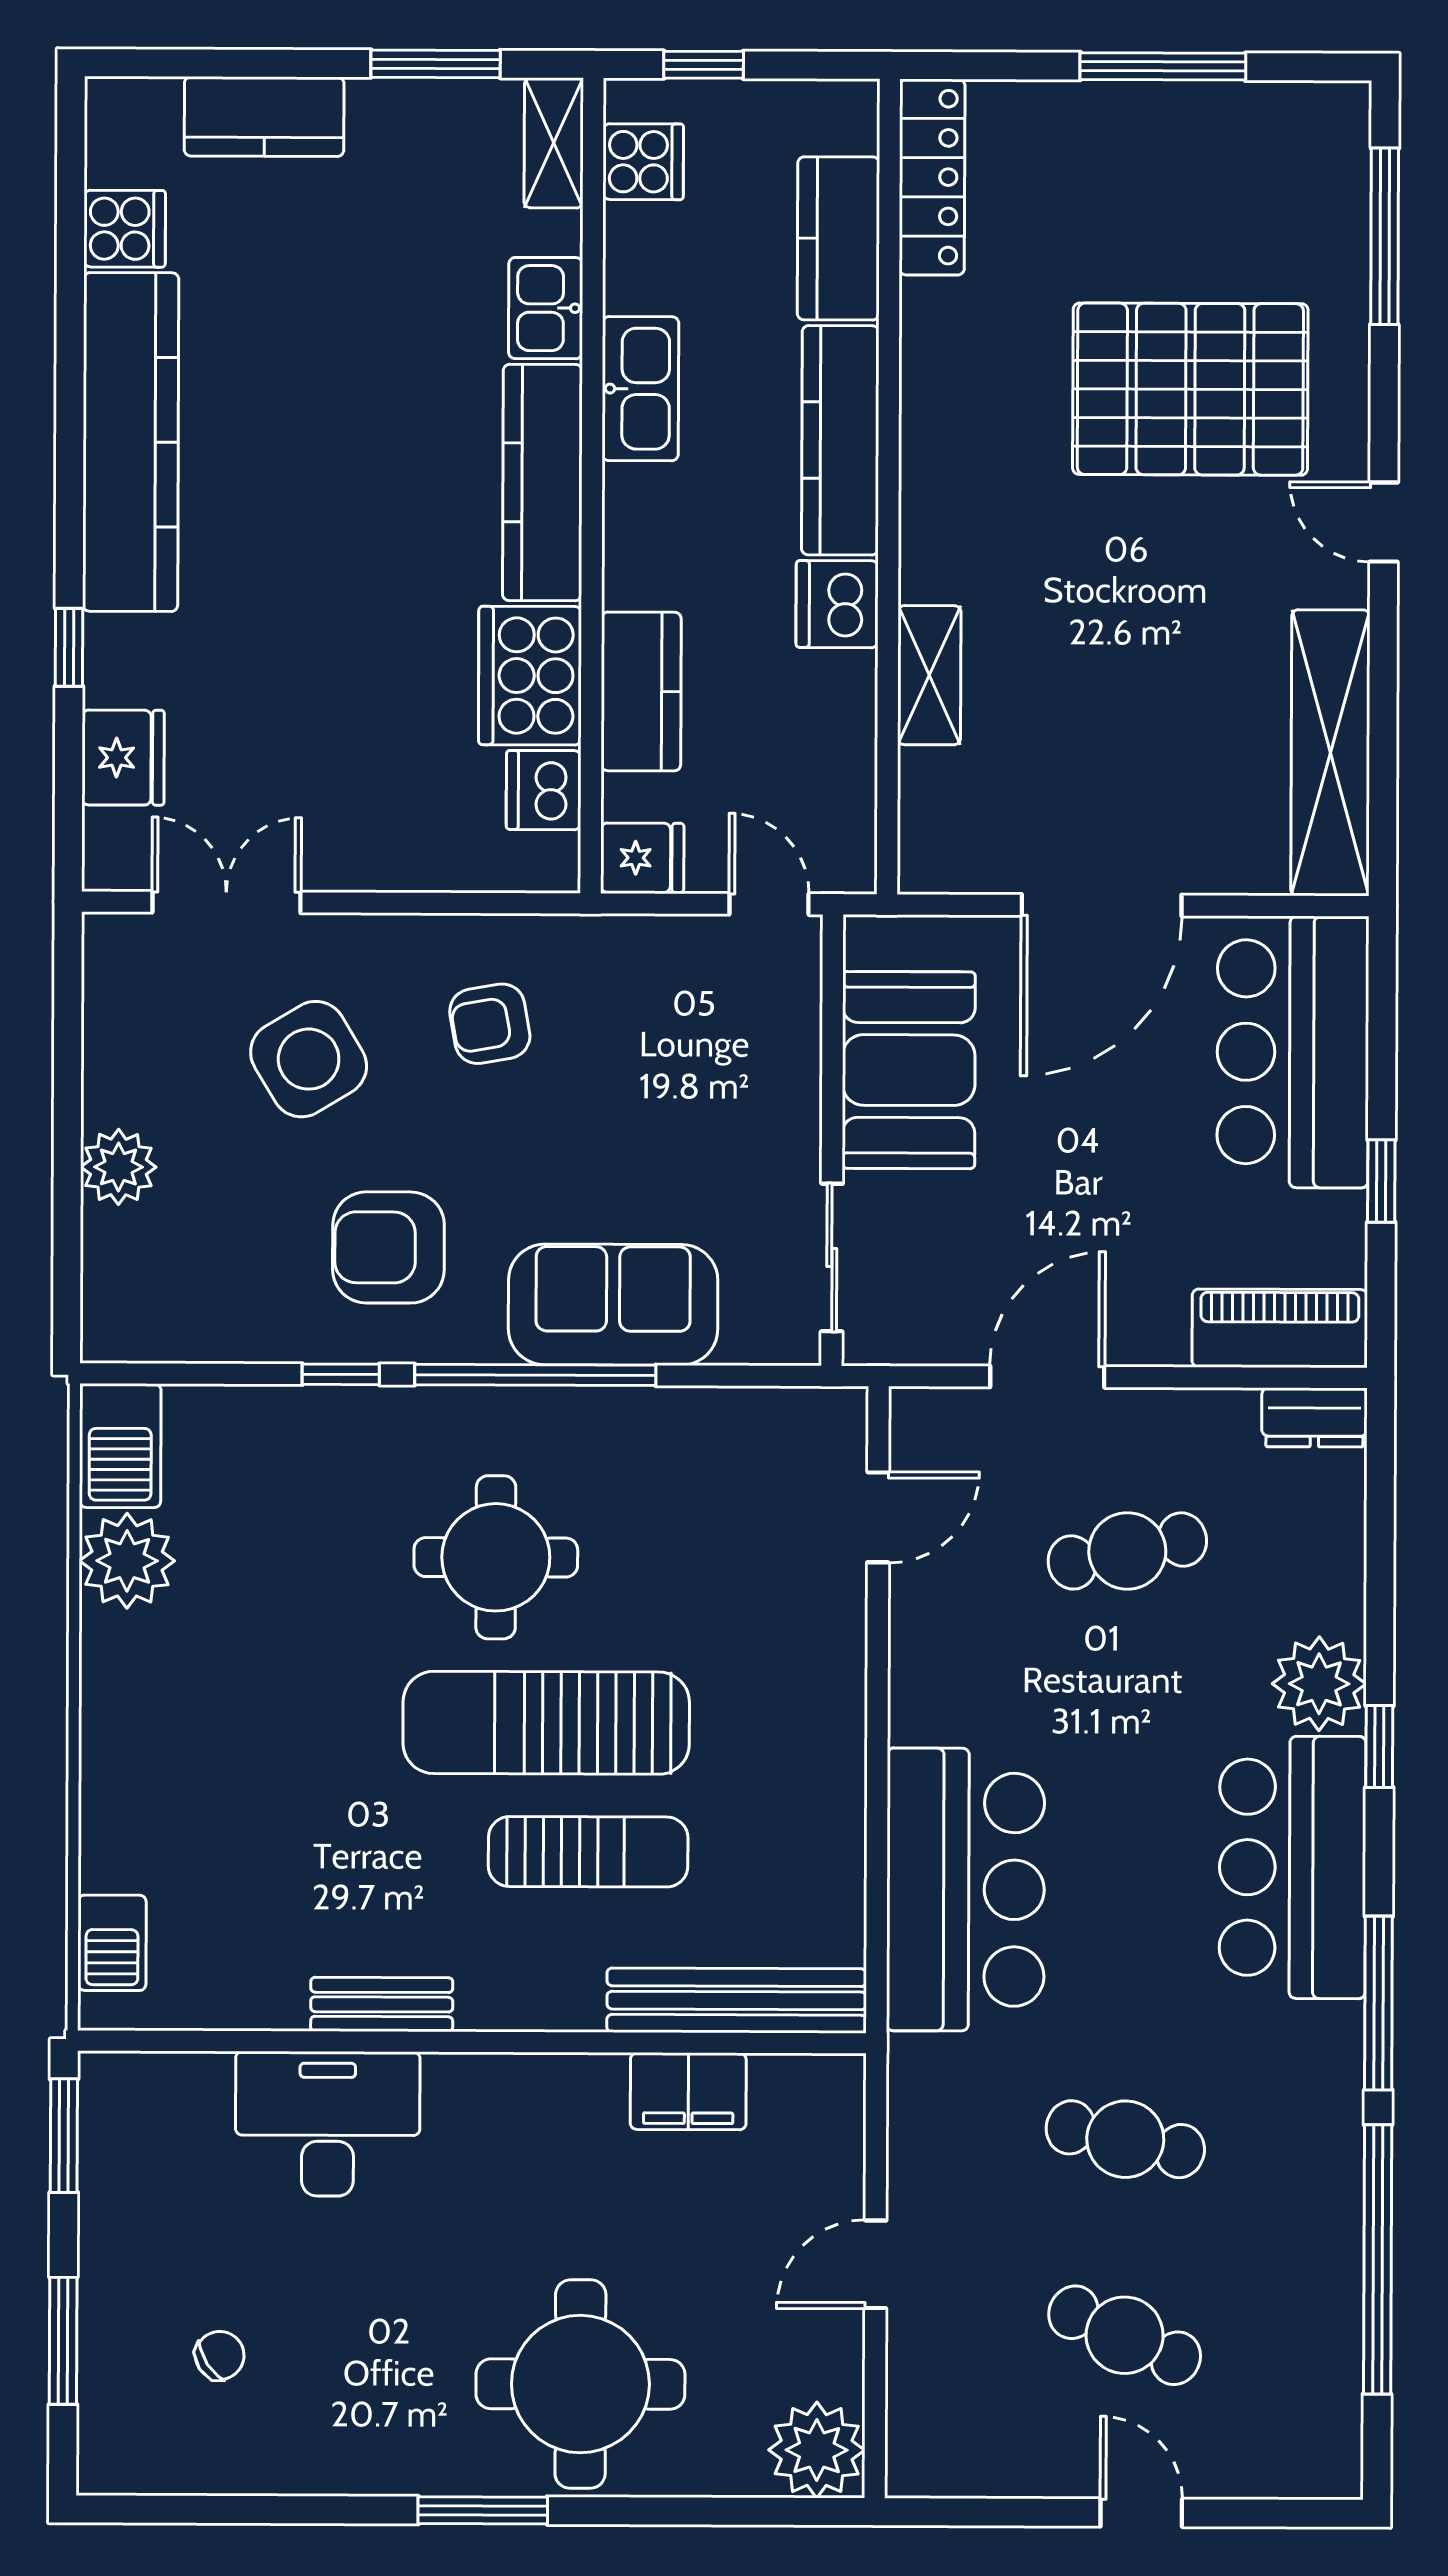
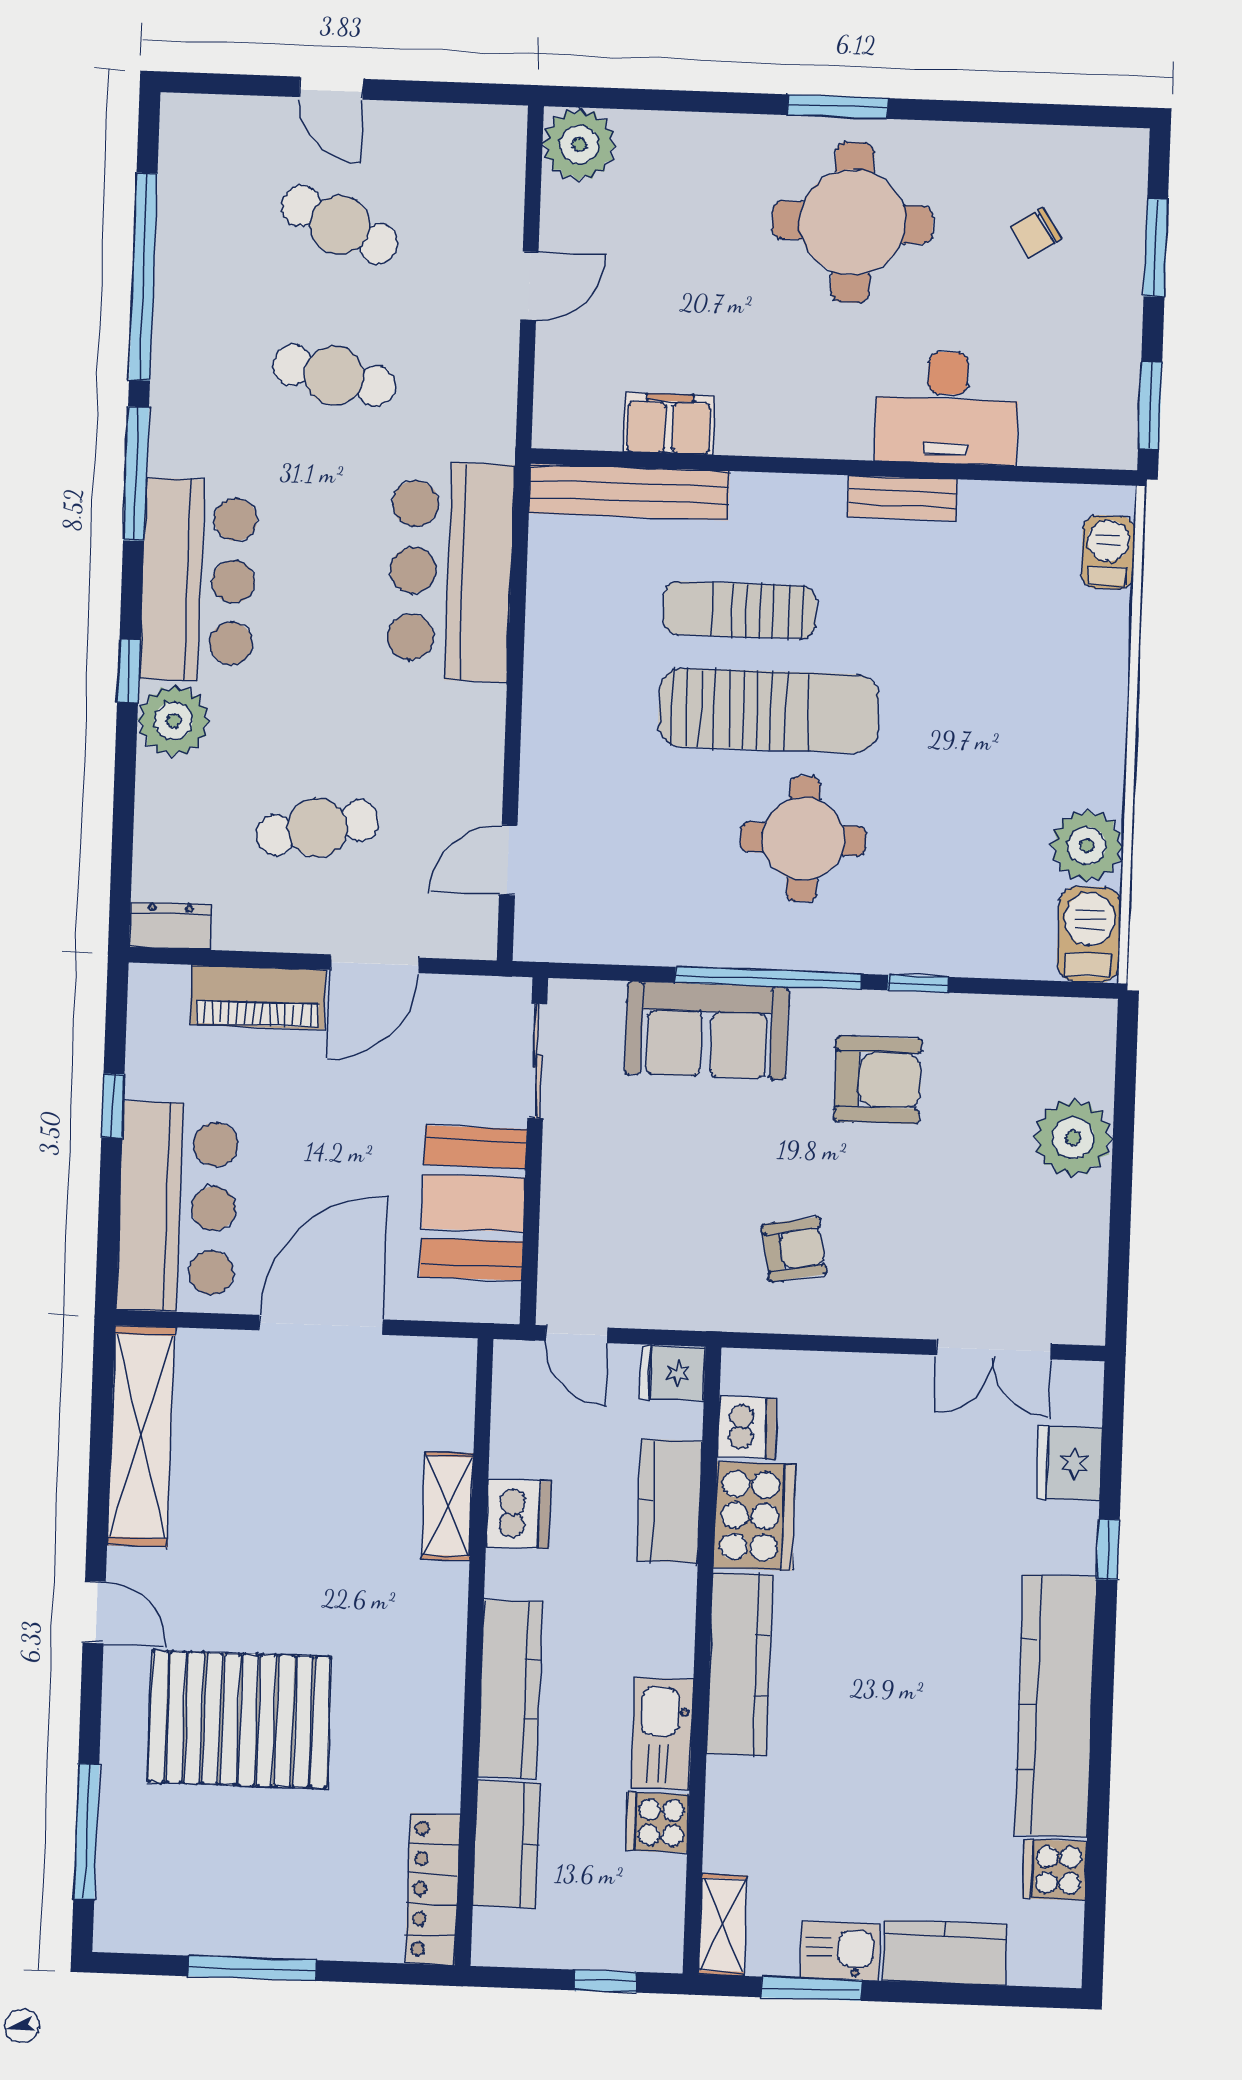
cooker: (643, 162) -> (657, 1823), moved
kitchen sink: (546, 308) -> (840, 1951), moved, turned -90
dishwasher: (837, 604) -> (518, 1514), moved
side table: (309, 1059) -> (934, 1227), removed
plant: (118, 1167) -> (1073, 1138), width x1.36, depth x1.36
piano: (1280, 1328) -> (258, 997), moved
round table: (580, 2384) -> (853, 222), moved

